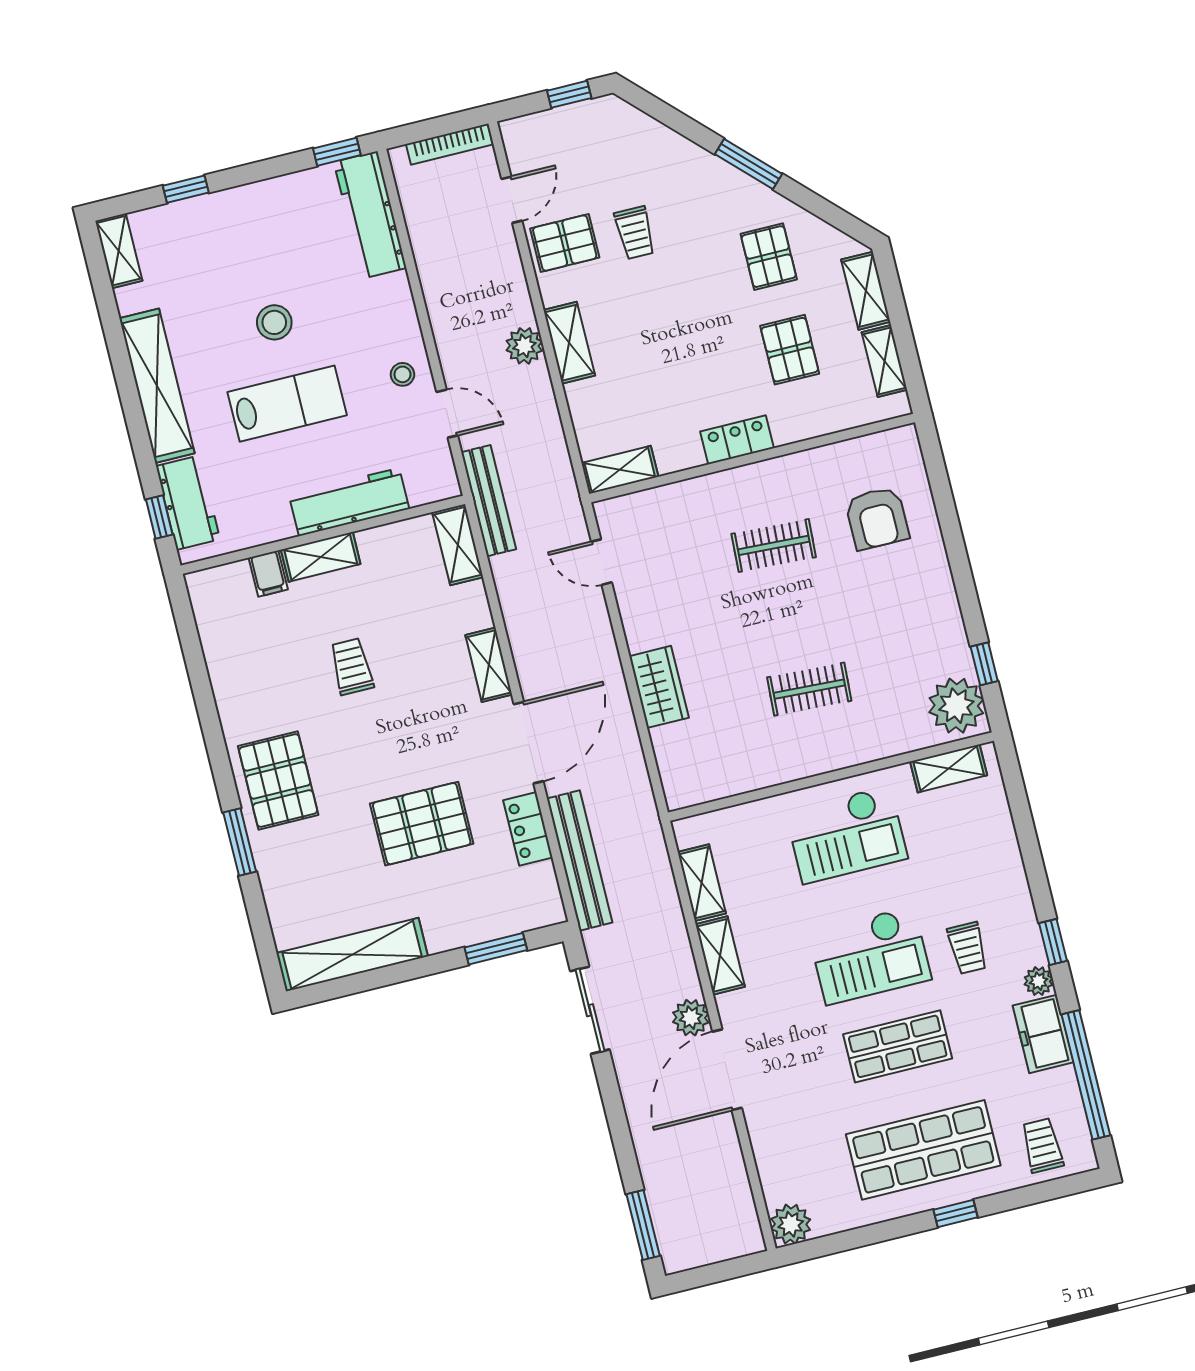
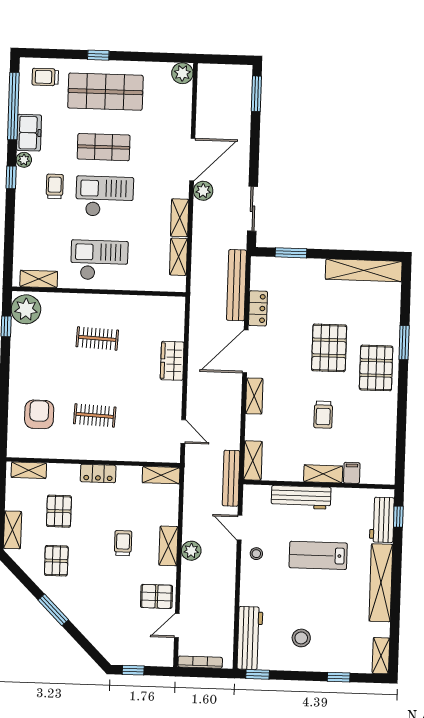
trolley: (635, 233) -> (123, 543), moved
stool: (274, 322) -> (301, 638), moved
shelving: (884, 361) -> (29, 470), moved, turned 90
pallet: (422, 824) -> (329, 348), moved, turned 90
trolley: (1042, 1145) -> (45, 77), turned 90

